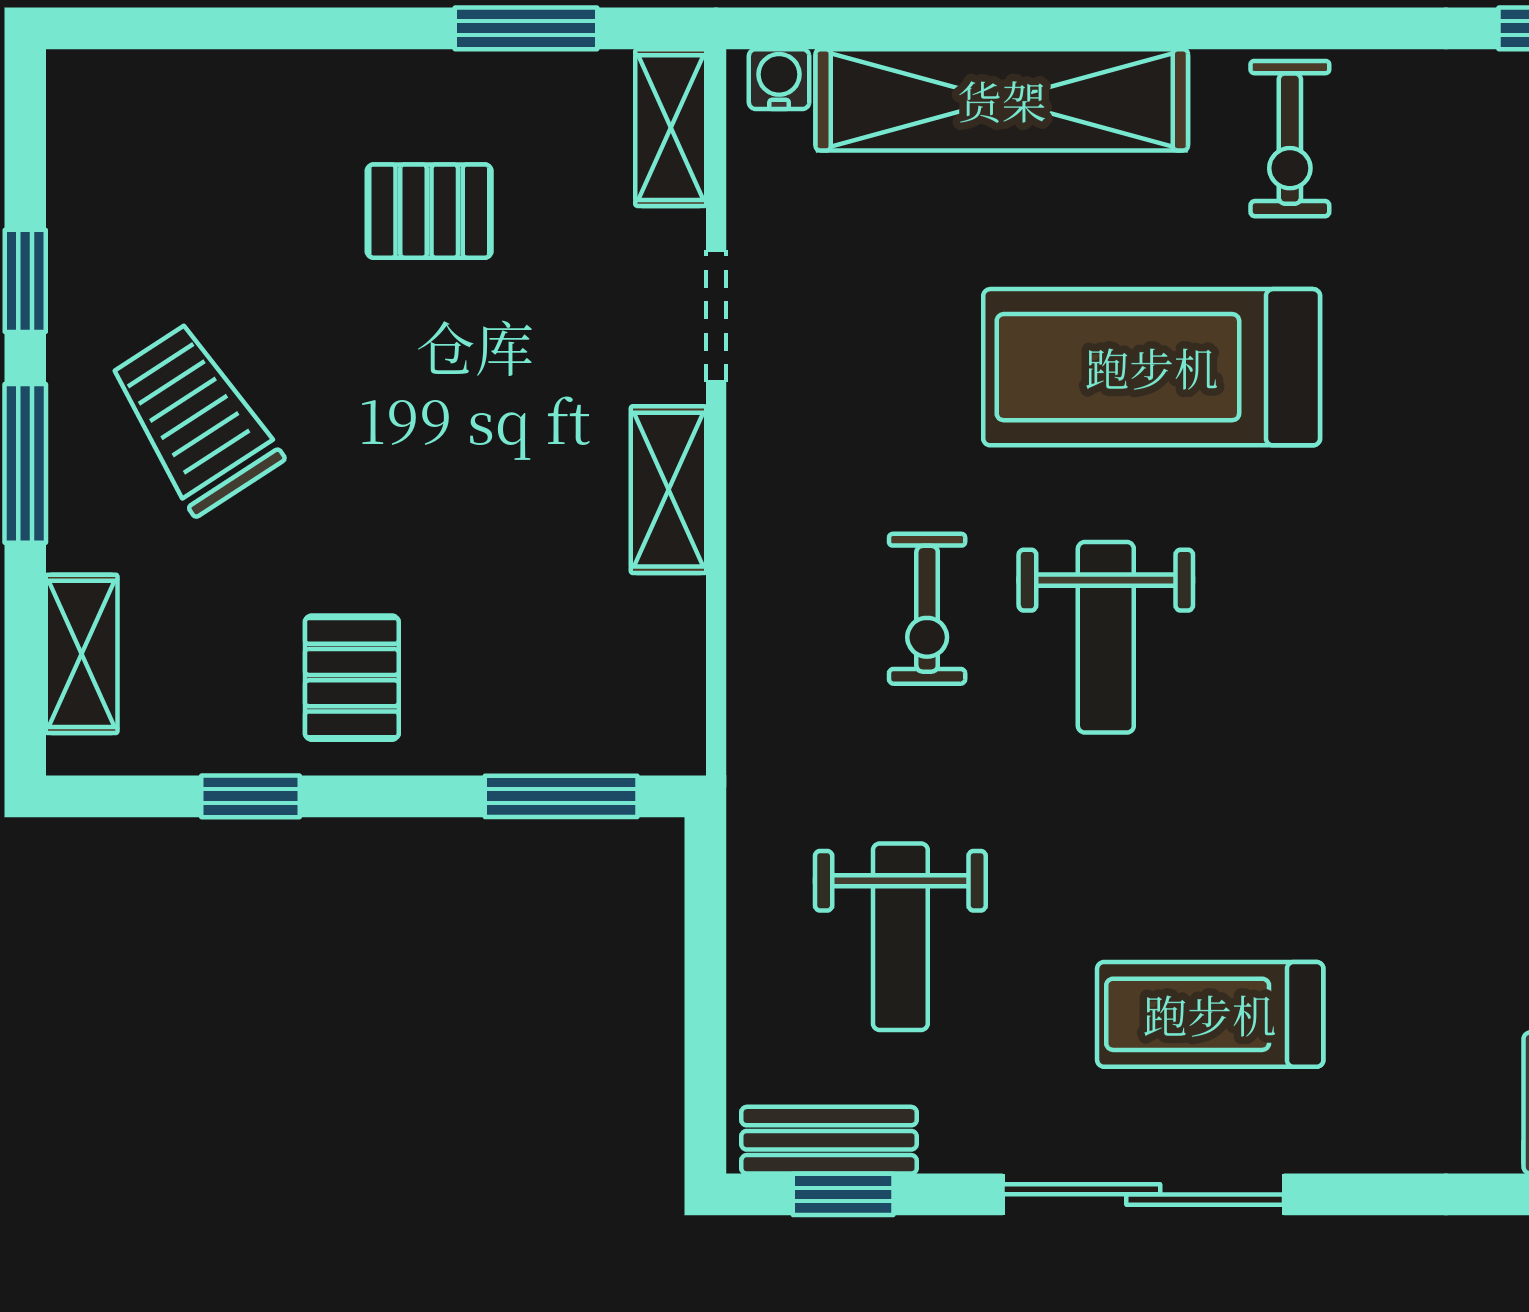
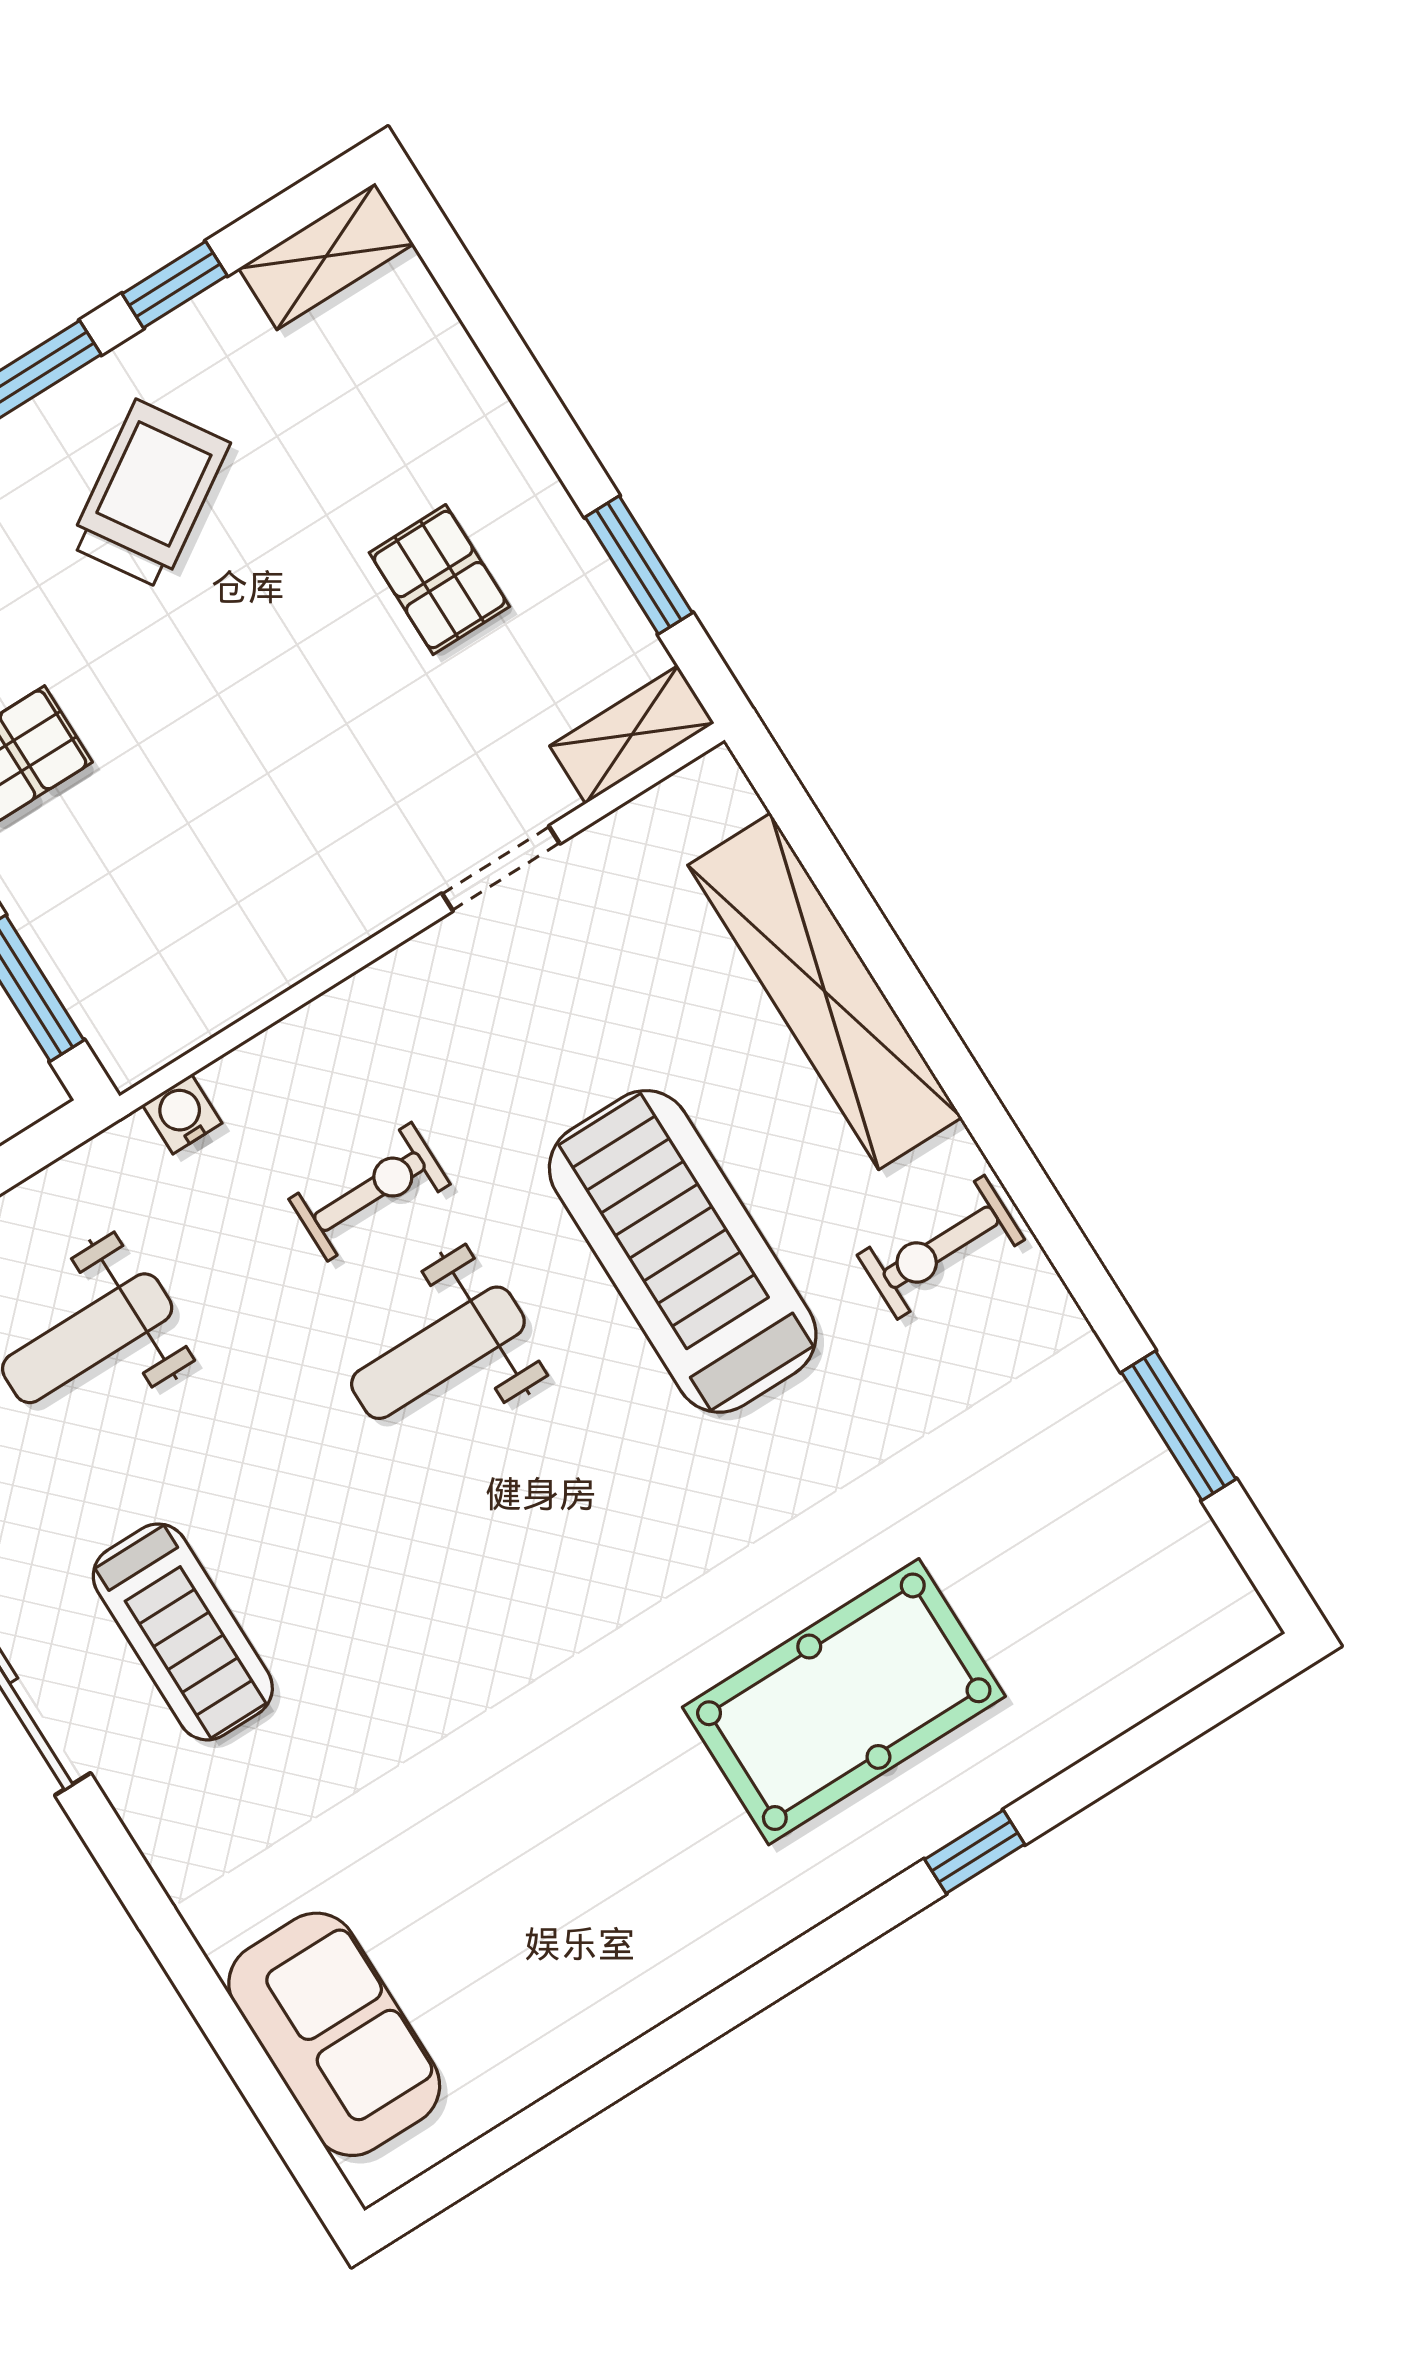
water cooler: (779, 79) -> (182, 1114), moved, turned -90
shelving: (669, 490) -> (326, 256), moved
exercise bike: (927, 609) -> (369, 1192), turned 180
treadmill: (1210, 1014) -> (183, 1632), turned 180

